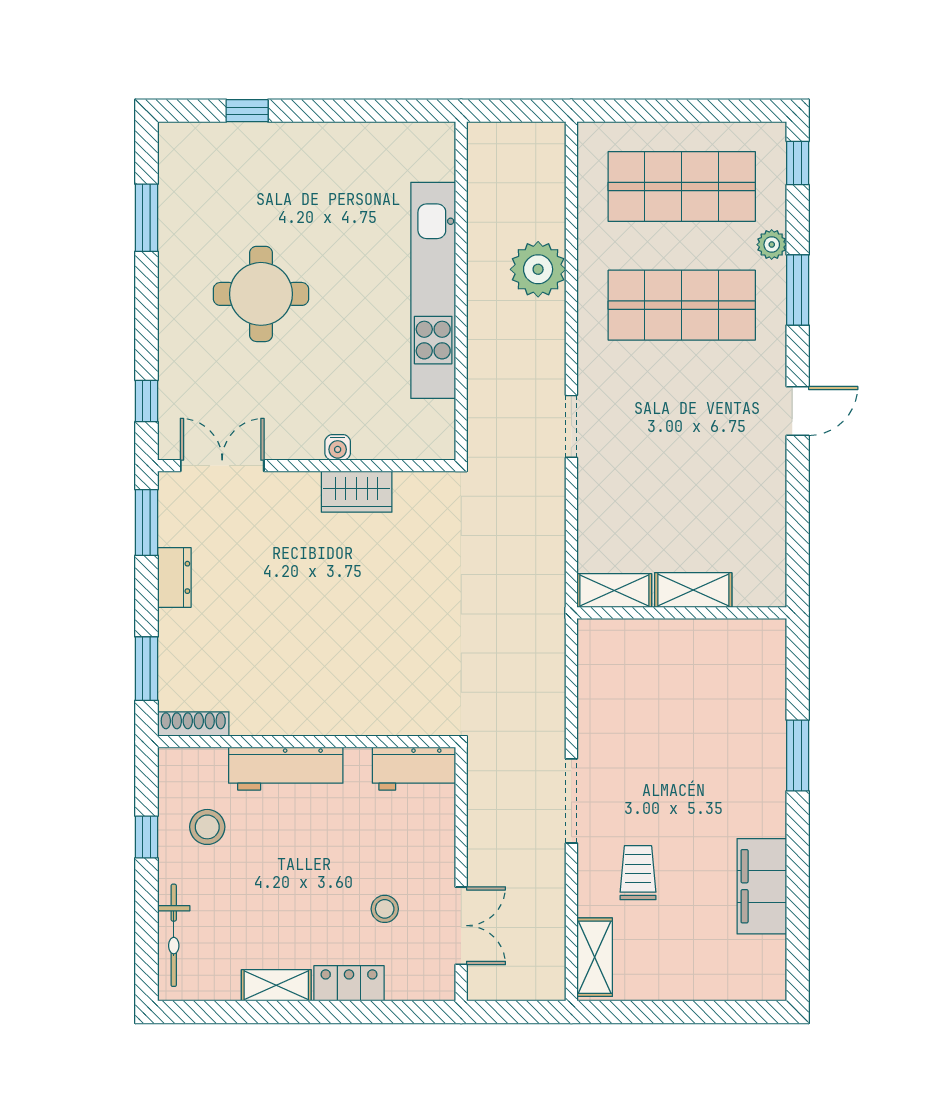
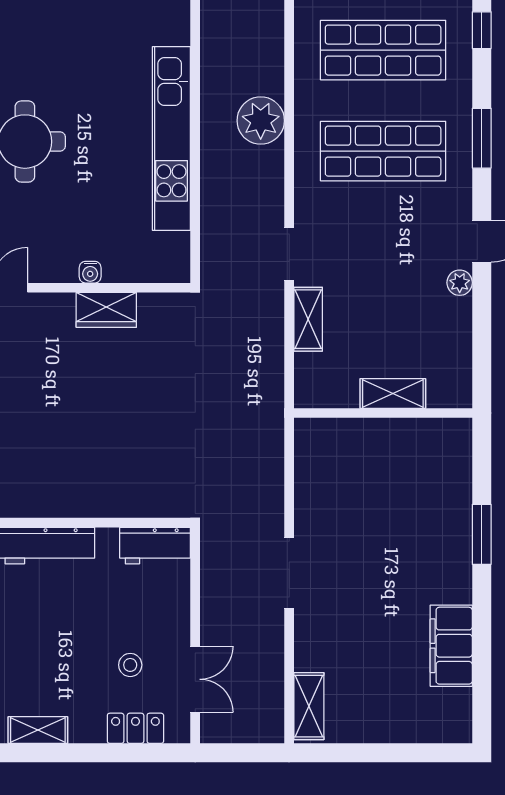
plant: (772, 245) -> (460, 283), moved
shelving: (614, 591) -> (308, 319), moved, turned 90
trolley: (638, 873) -> (346, 634), removed
locker: (349, 983) -> (135, 728), moved

